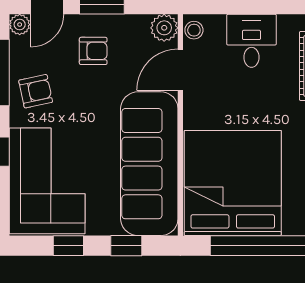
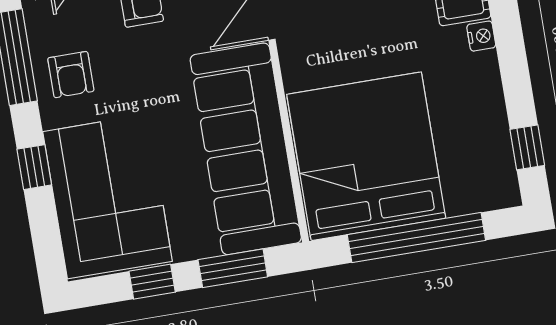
armchair: (36, 91) -> (71, 75), turned 102
window: (126, 246) -> (233, 268), width x1.50

